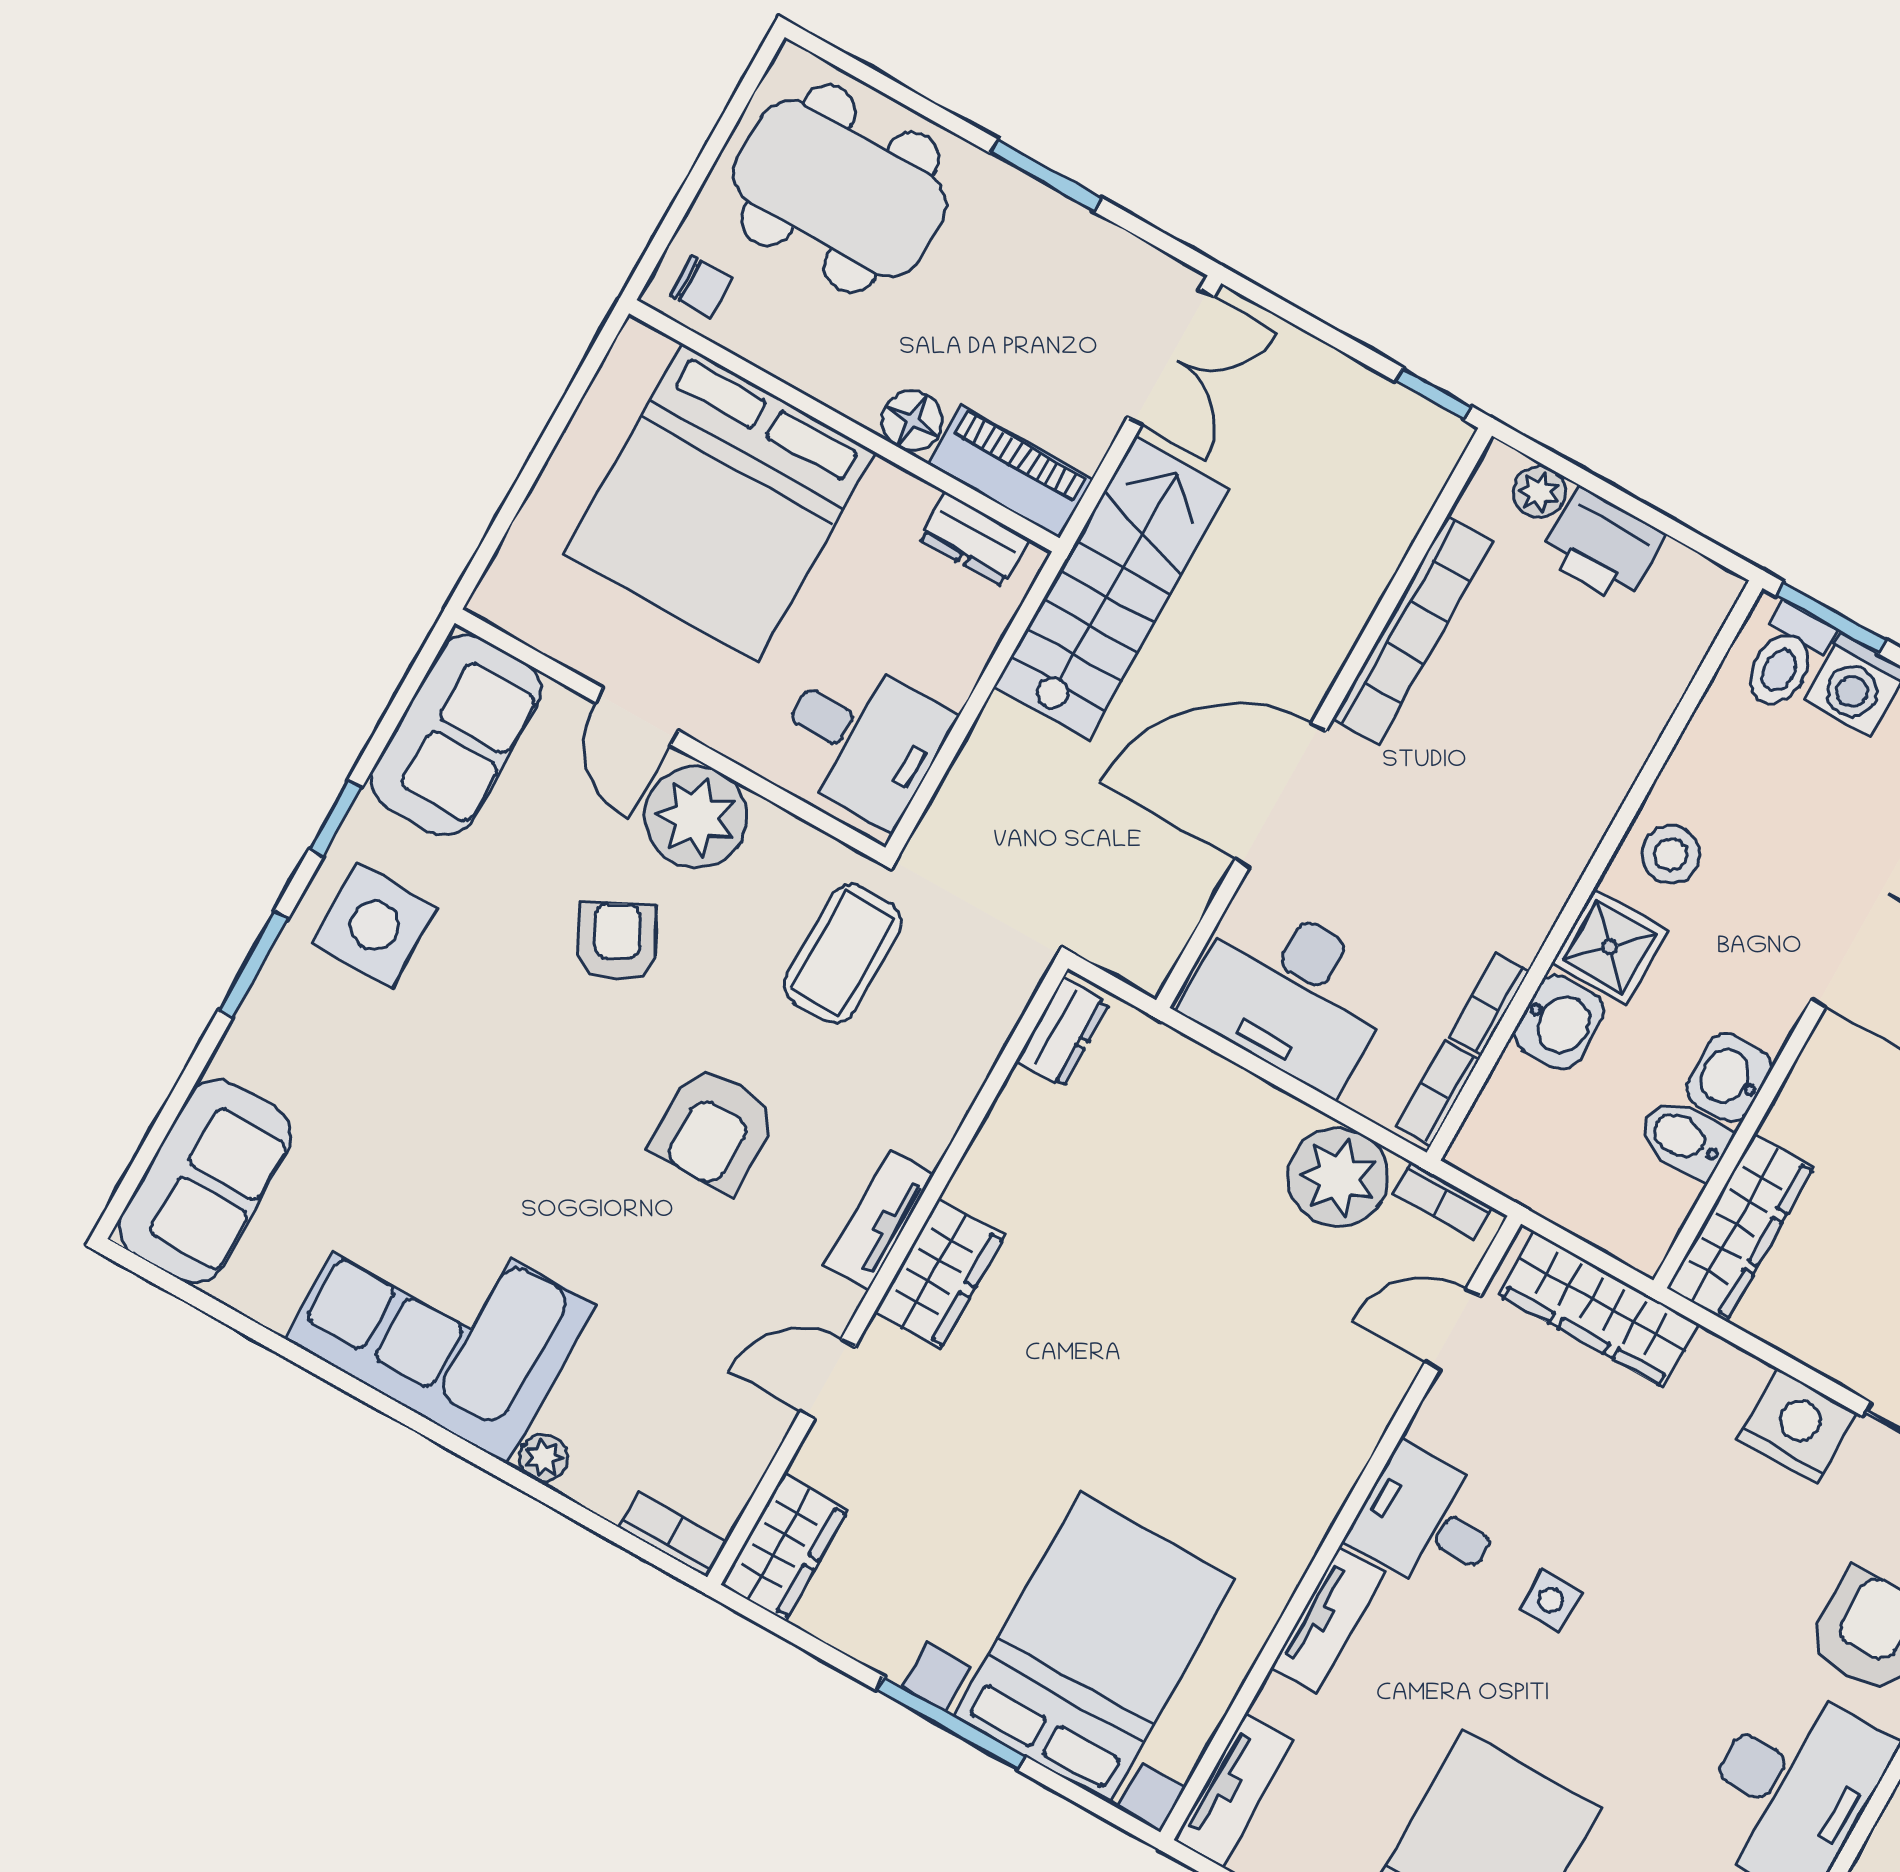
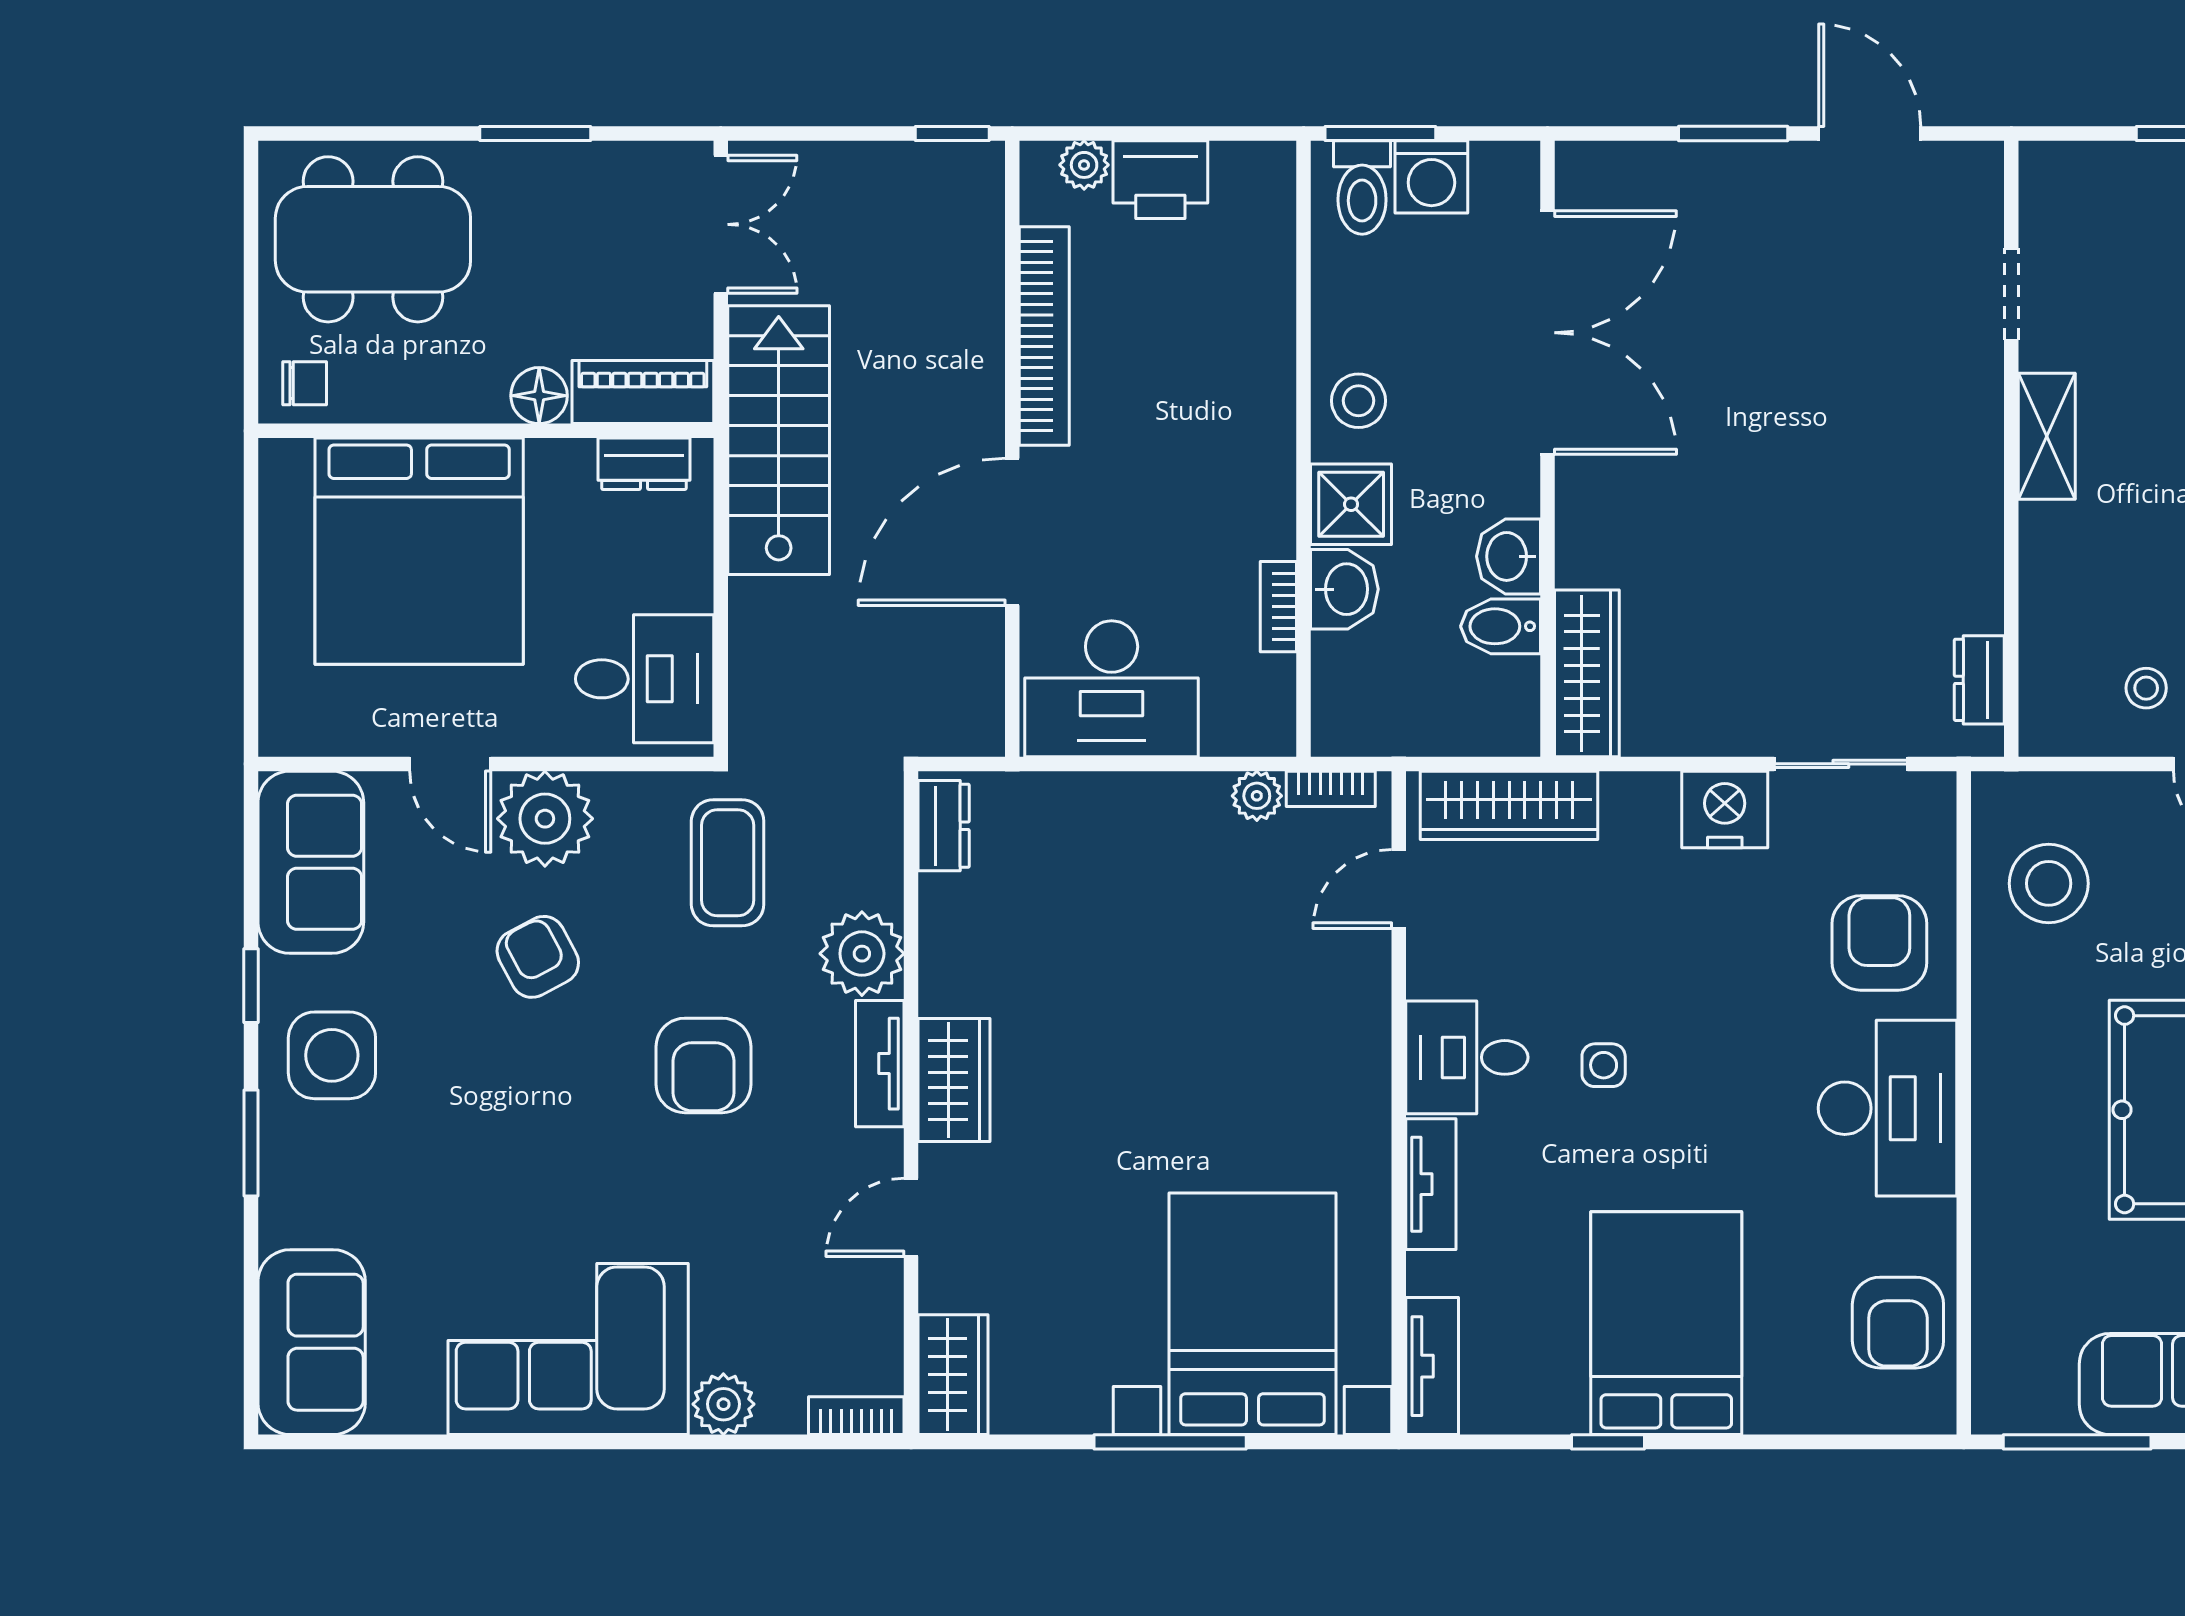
bookcase: (1438, 1093) -> (1278, 703), removed
plant: (920, 1108) -> (862, 954), added
plant: (1338, 1177) -> (1257, 796), width x0.53, depth x0.53
plant: (543, 1458) -> (723, 1404), width x1.38, depth x1.38

